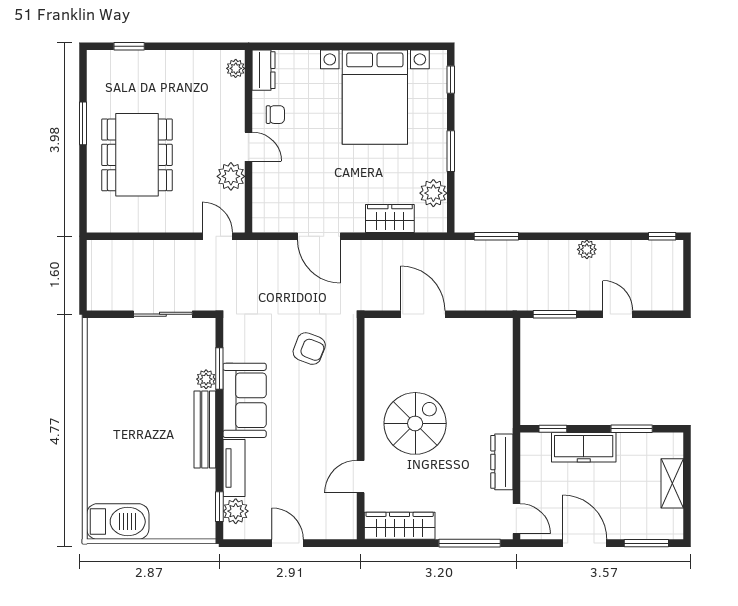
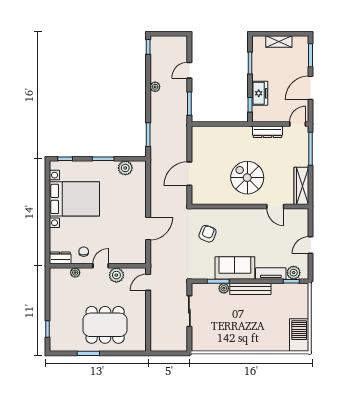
plant: (236, 68) -> (75, 273), moved
wardrobe: (390, 219) -> (139, 191), removed
freezer: (584, 447) -> (260, 93), width x0.71

